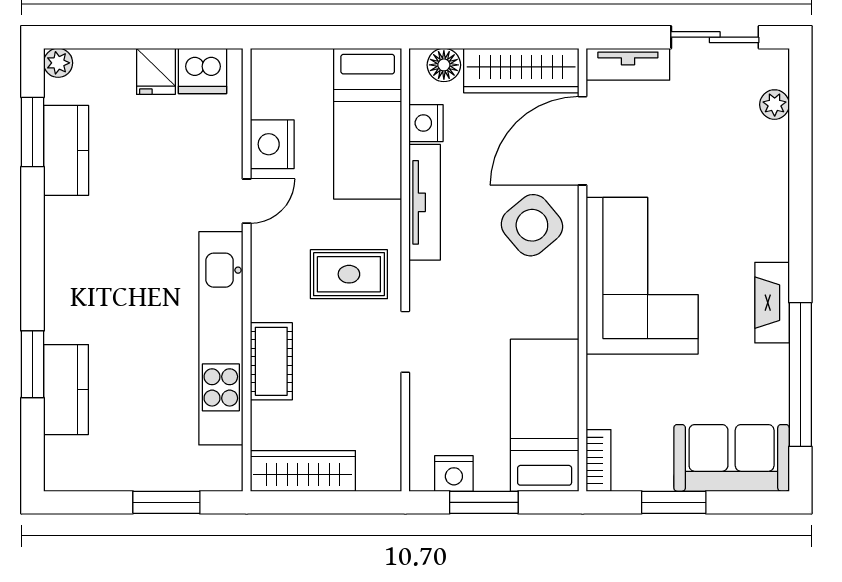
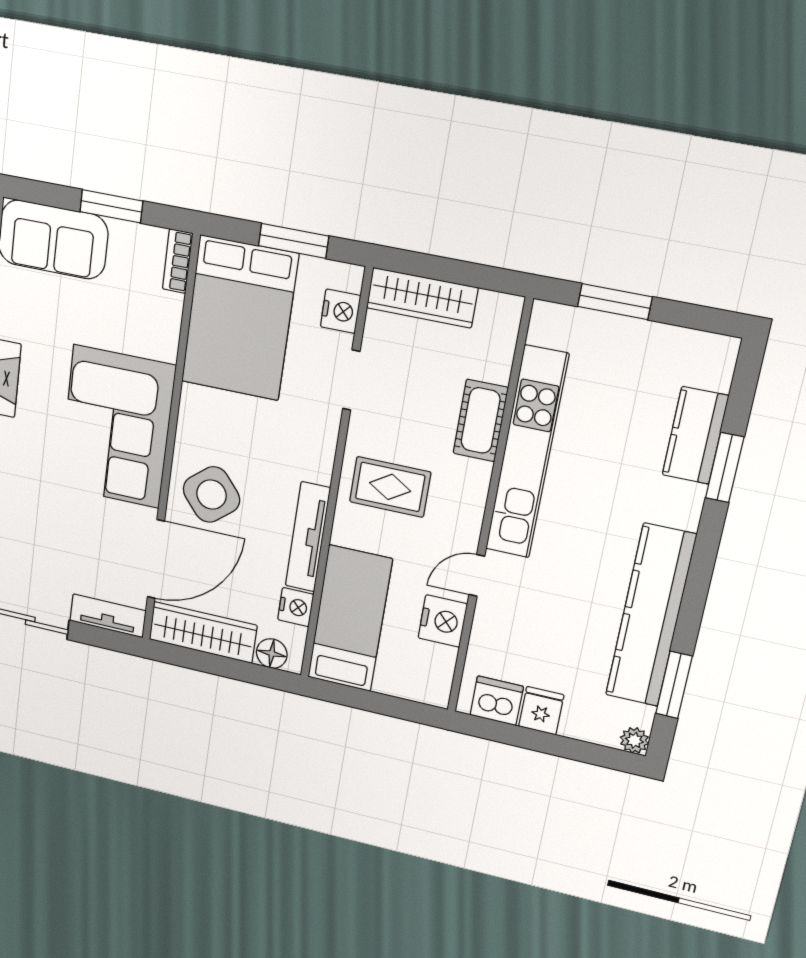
kitchen counter: (66, 150) -> (651, 616), width x2.08, depth x1.17
doorway: (405, 342) -> (351, 380), moved
bed: (545, 415) -> (239, 318), width x1.50
wardrobe: (303, 471) -> (422, 298), moved
nightstand: (454, 473) -> (340, 311), moved, turned 90

